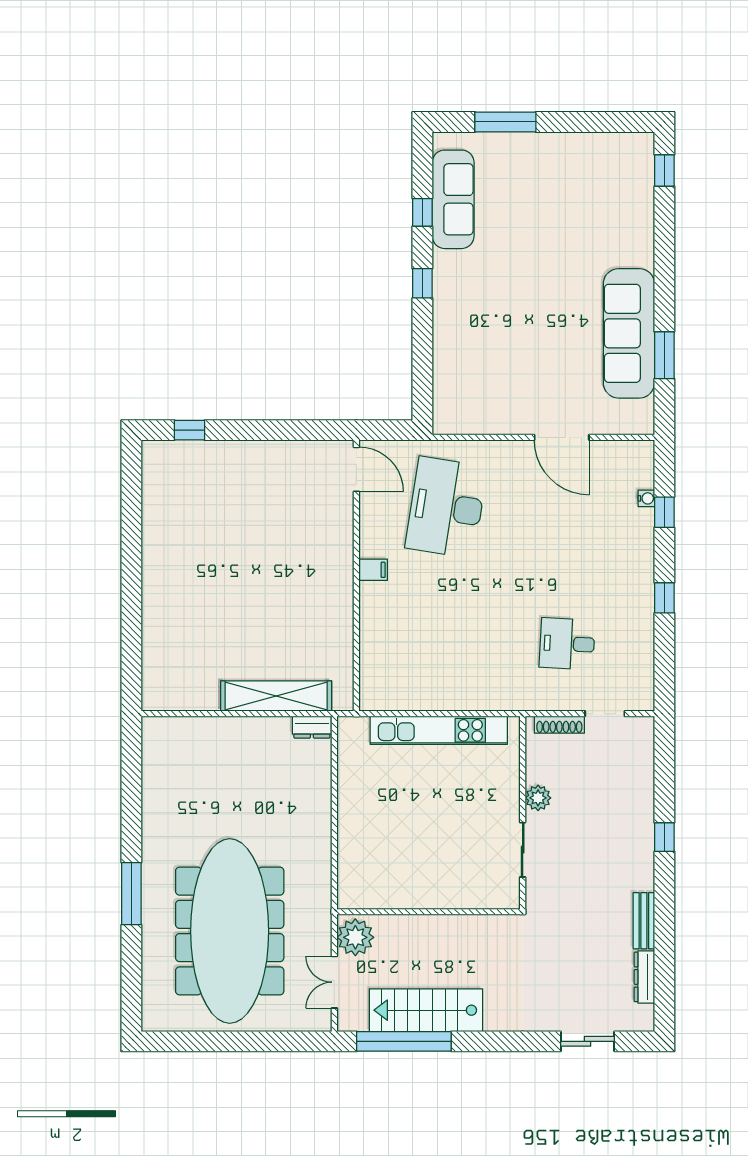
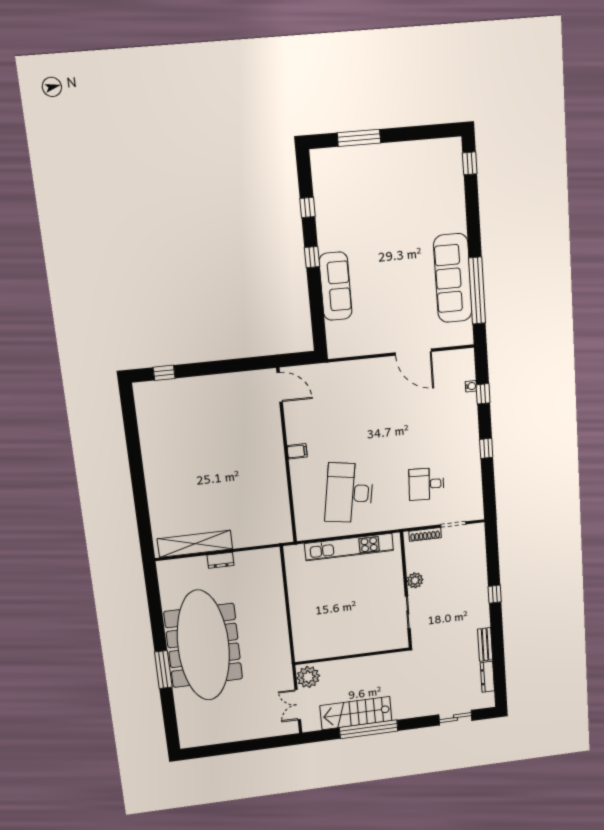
sofa: (453, 199) -> (336, 286), moved
window: (664, 355) -> (477, 291), width x2.11
desk: (446, 507) -> (349, 493), moved
shelving: (276, 696) -> (195, 544), moved
dresser: (312, 727) -> (220, 560), moved
meeting table: (230, 931) -> (203, 645), moved
window: (404, 1041) -> (369, 729), moved

